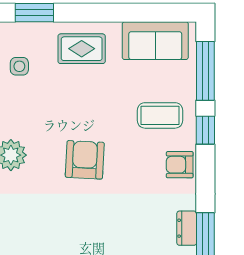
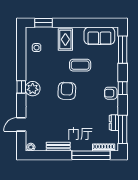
rug: (82, 49) -> (65, 39), turned 90
coffee table: (160, 115) -> (80, 65), moved
window: (205, 130) -> (123, 88), moved

